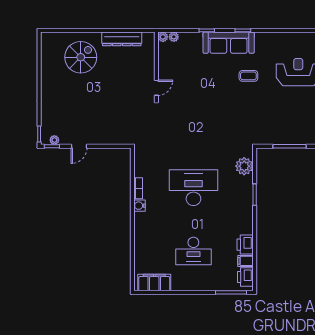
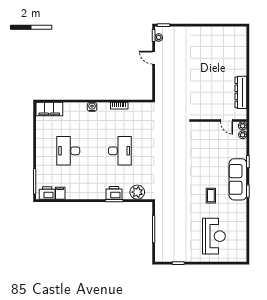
spiral stairs: (81, 57) -> (226, 59), removed
door: (156, 88) -> (227, 121), moved
desk: (193, 188) -> (120, 151), width x0.73, depth x0.77
water cooler: (140, 206) -> (92, 107), moved
printer: (245, 245) -> (114, 193), moved
filing cabinet: (154, 282) -> (49, 109), moved, turned 90

